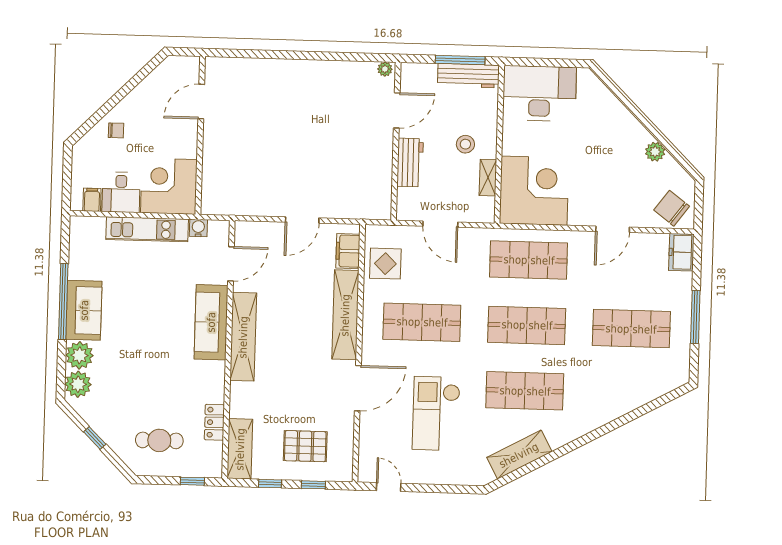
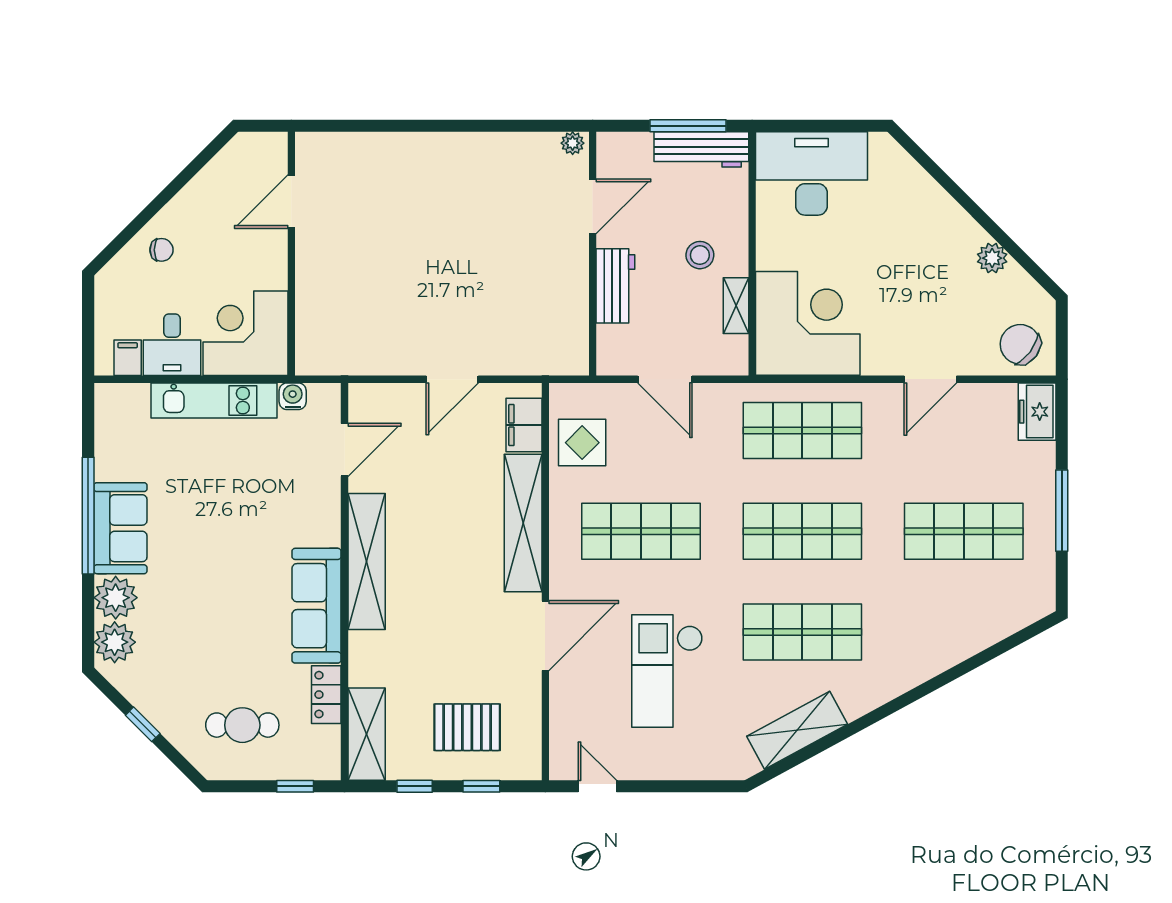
sofa: (211, 322) -> (317, 606), moved

